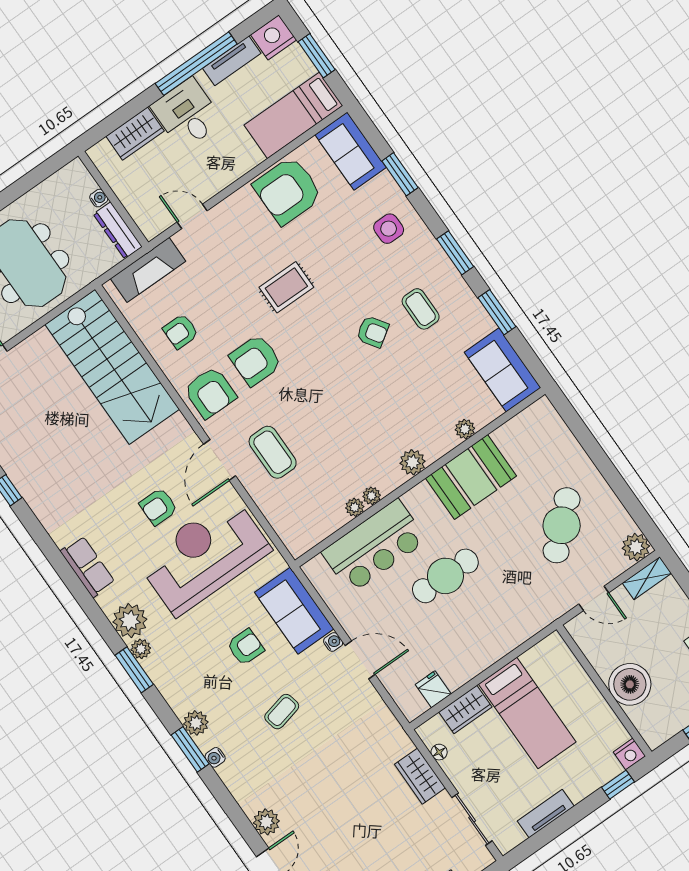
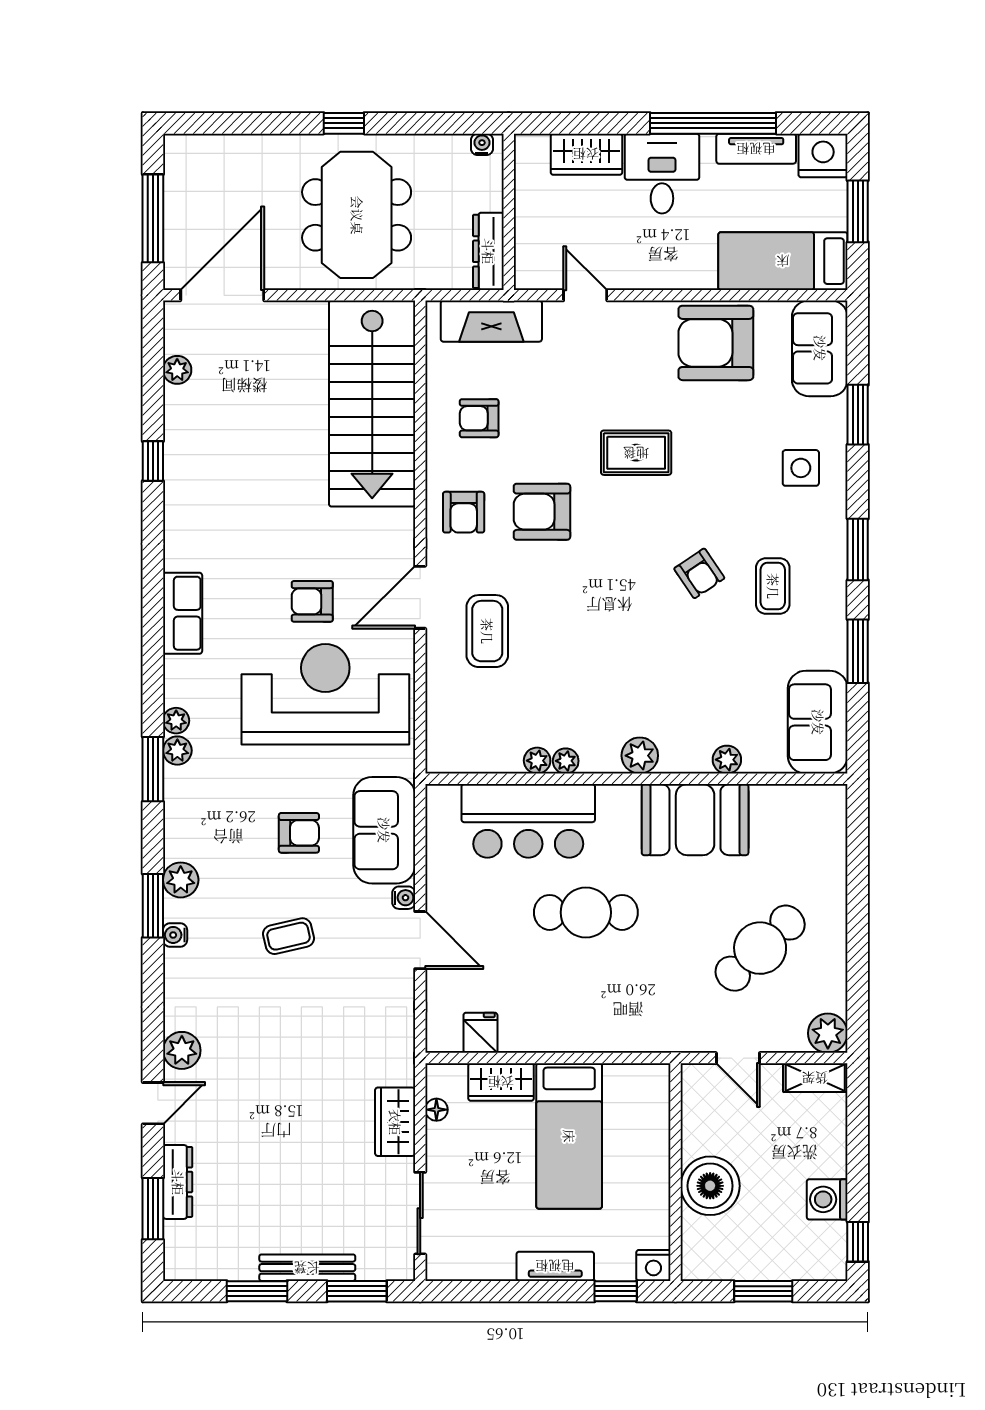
water cooler: (99, 198) -> (482, 144), moved, turned -90
armchair: (210, 393) -> (464, 512), width x0.72, depth x0.72
plant: (130, 621) -> (176, 721), width x0.53, depth x0.53
tv unit: (546, 814) -> (555, 1266), moved

